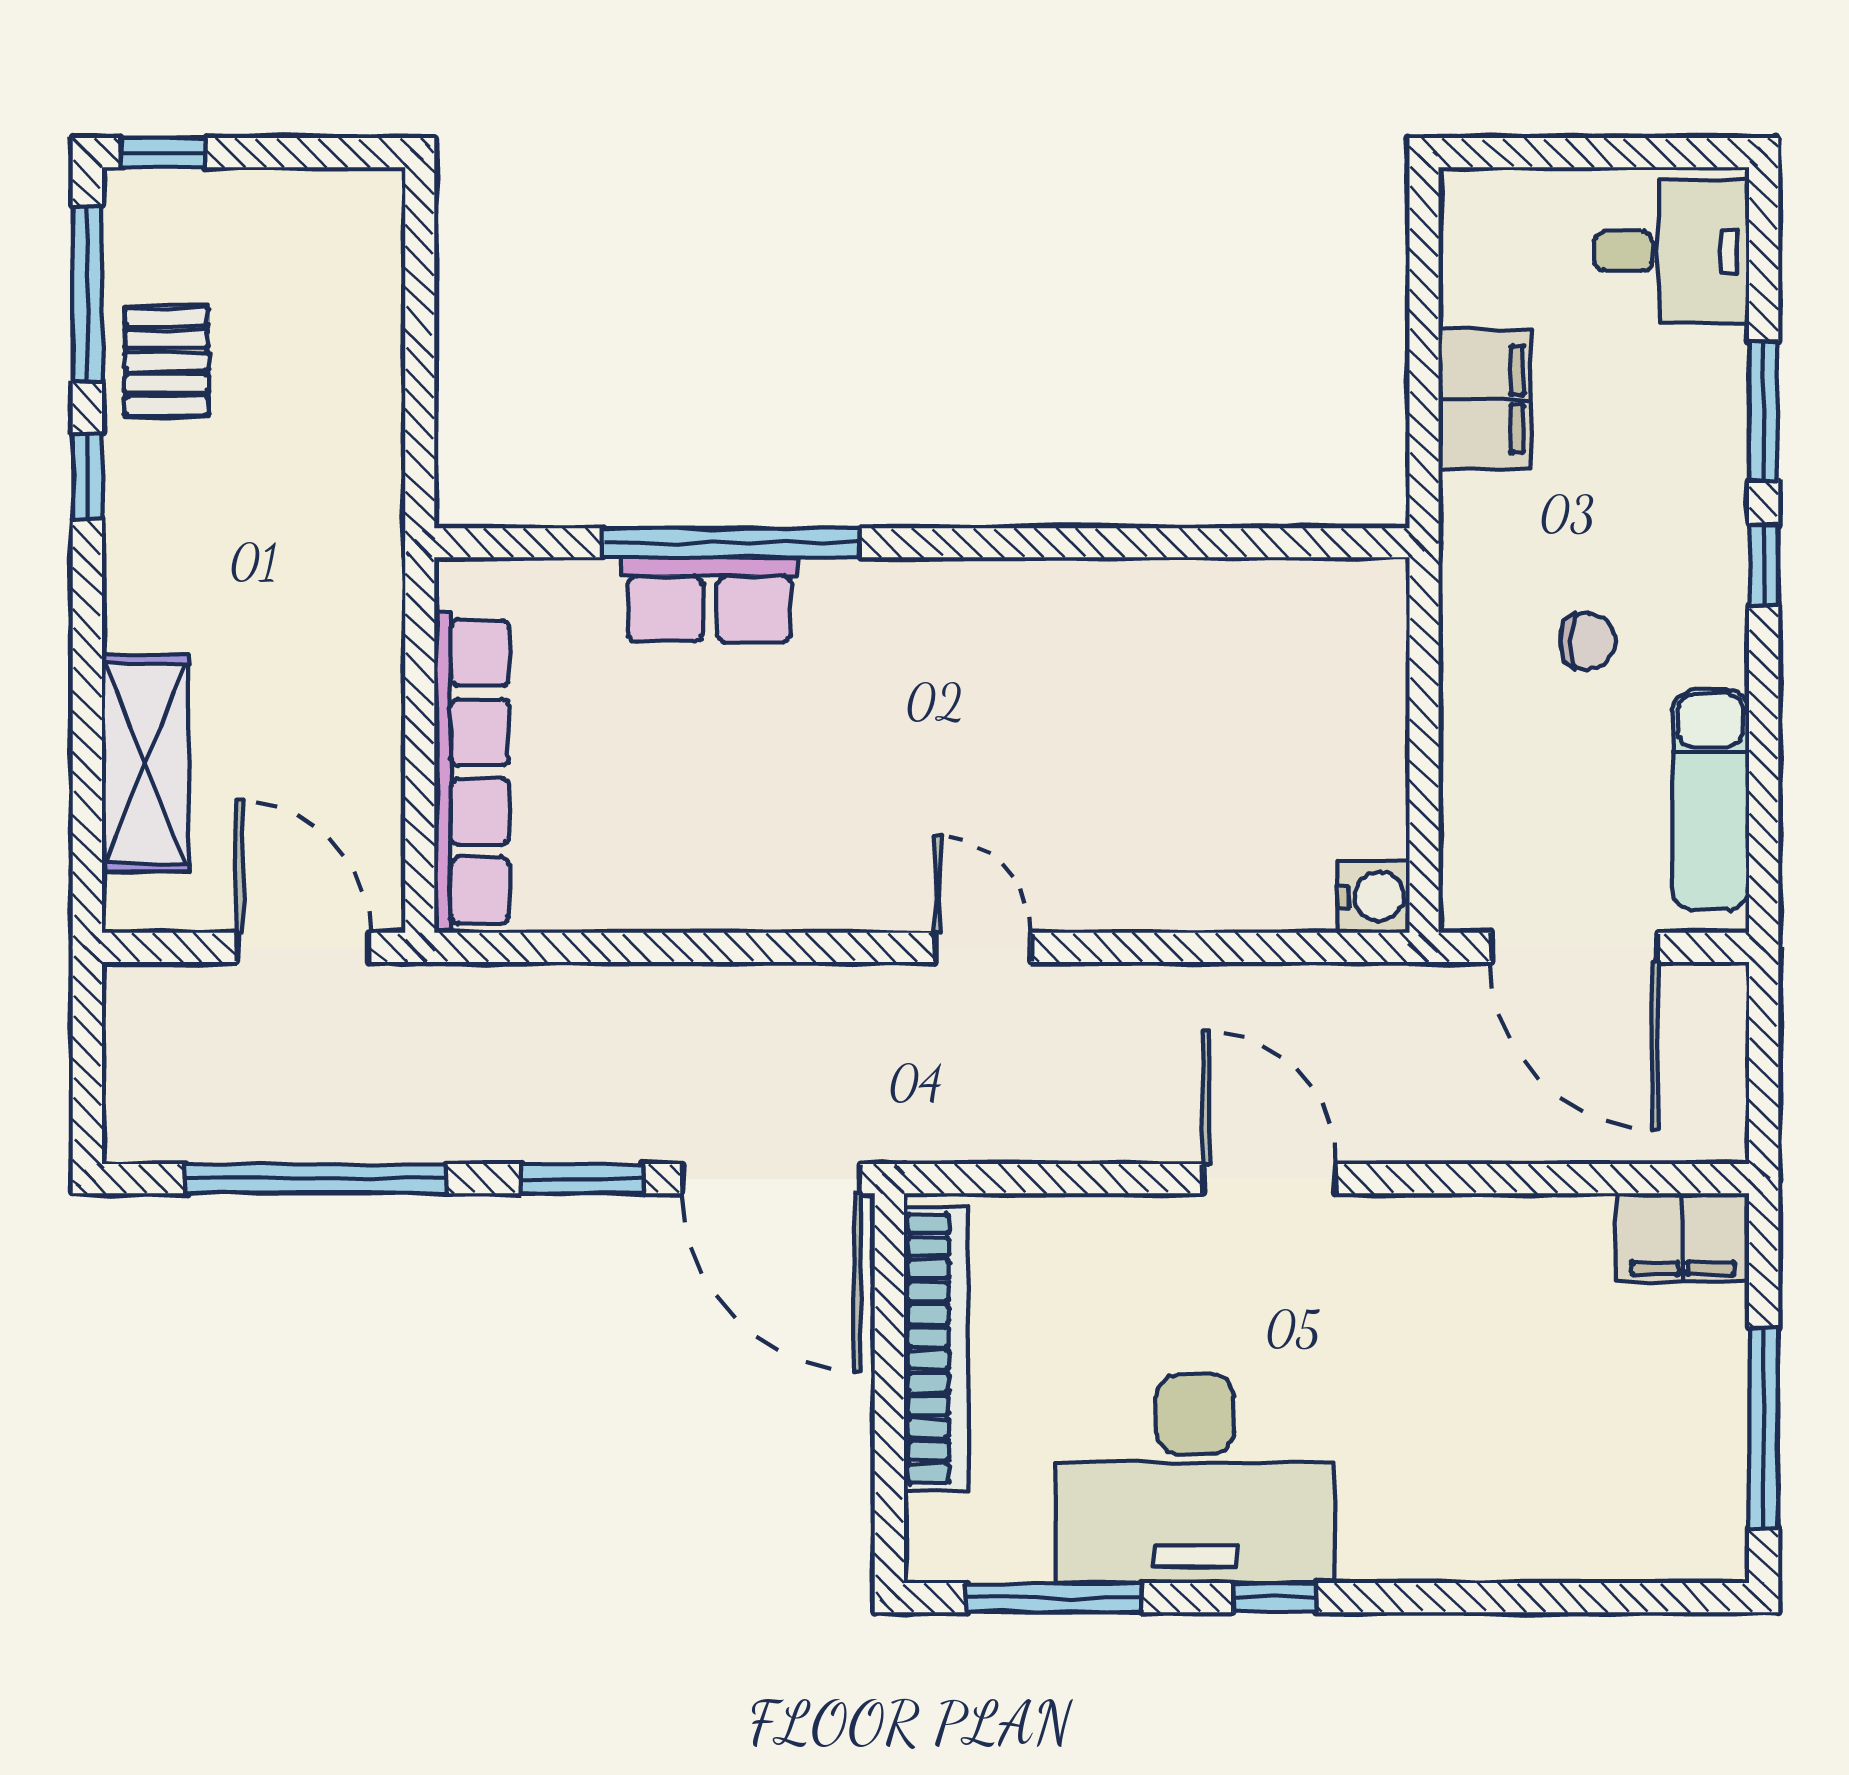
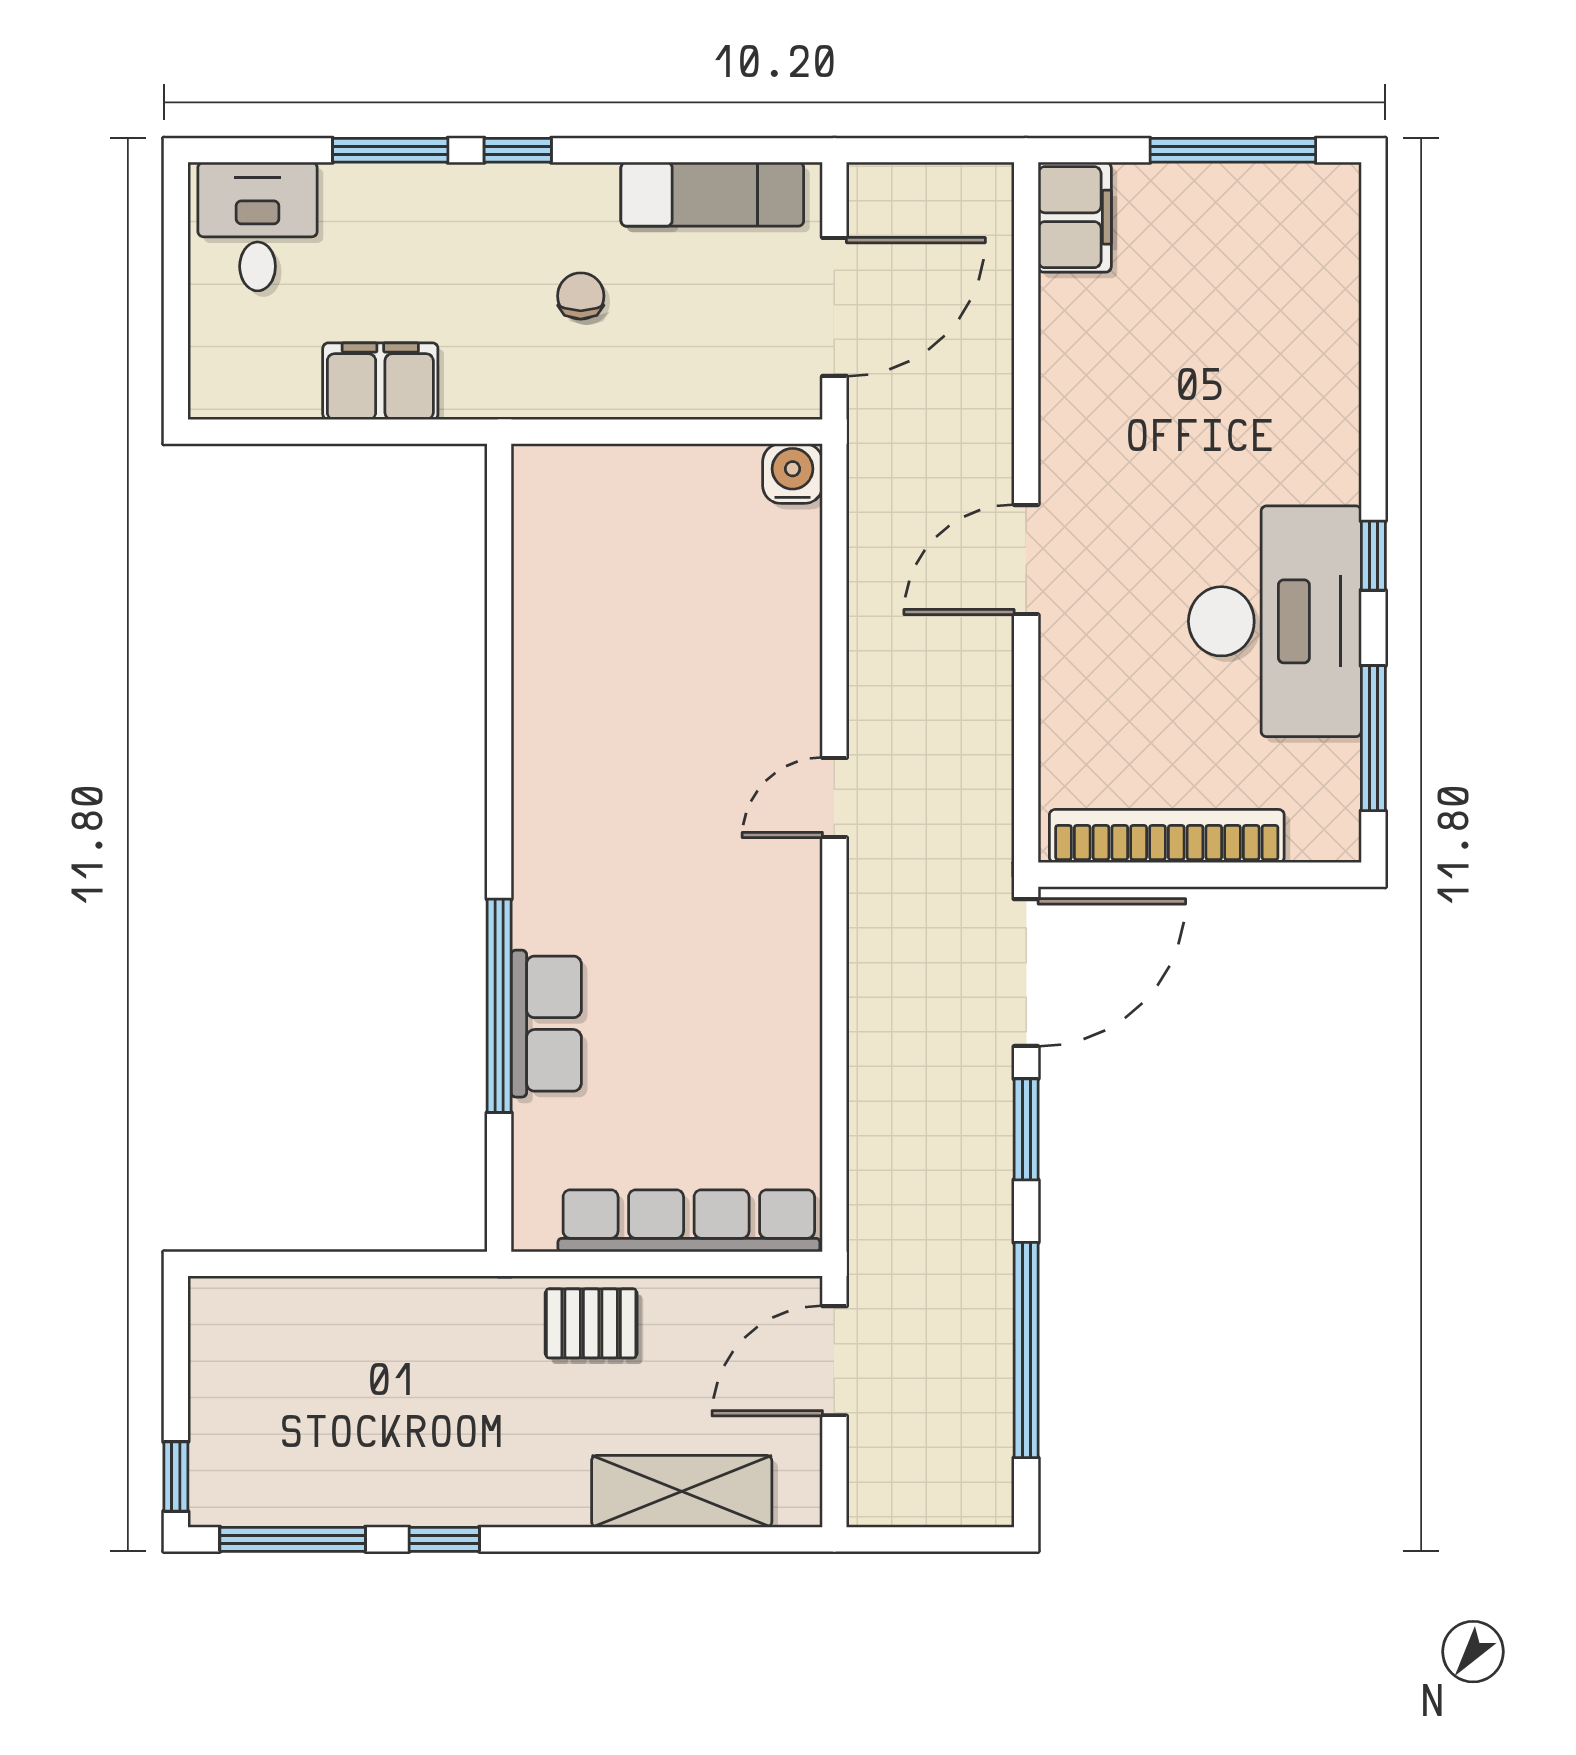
pallet: (167, 361) -> (591, 1323), moved

